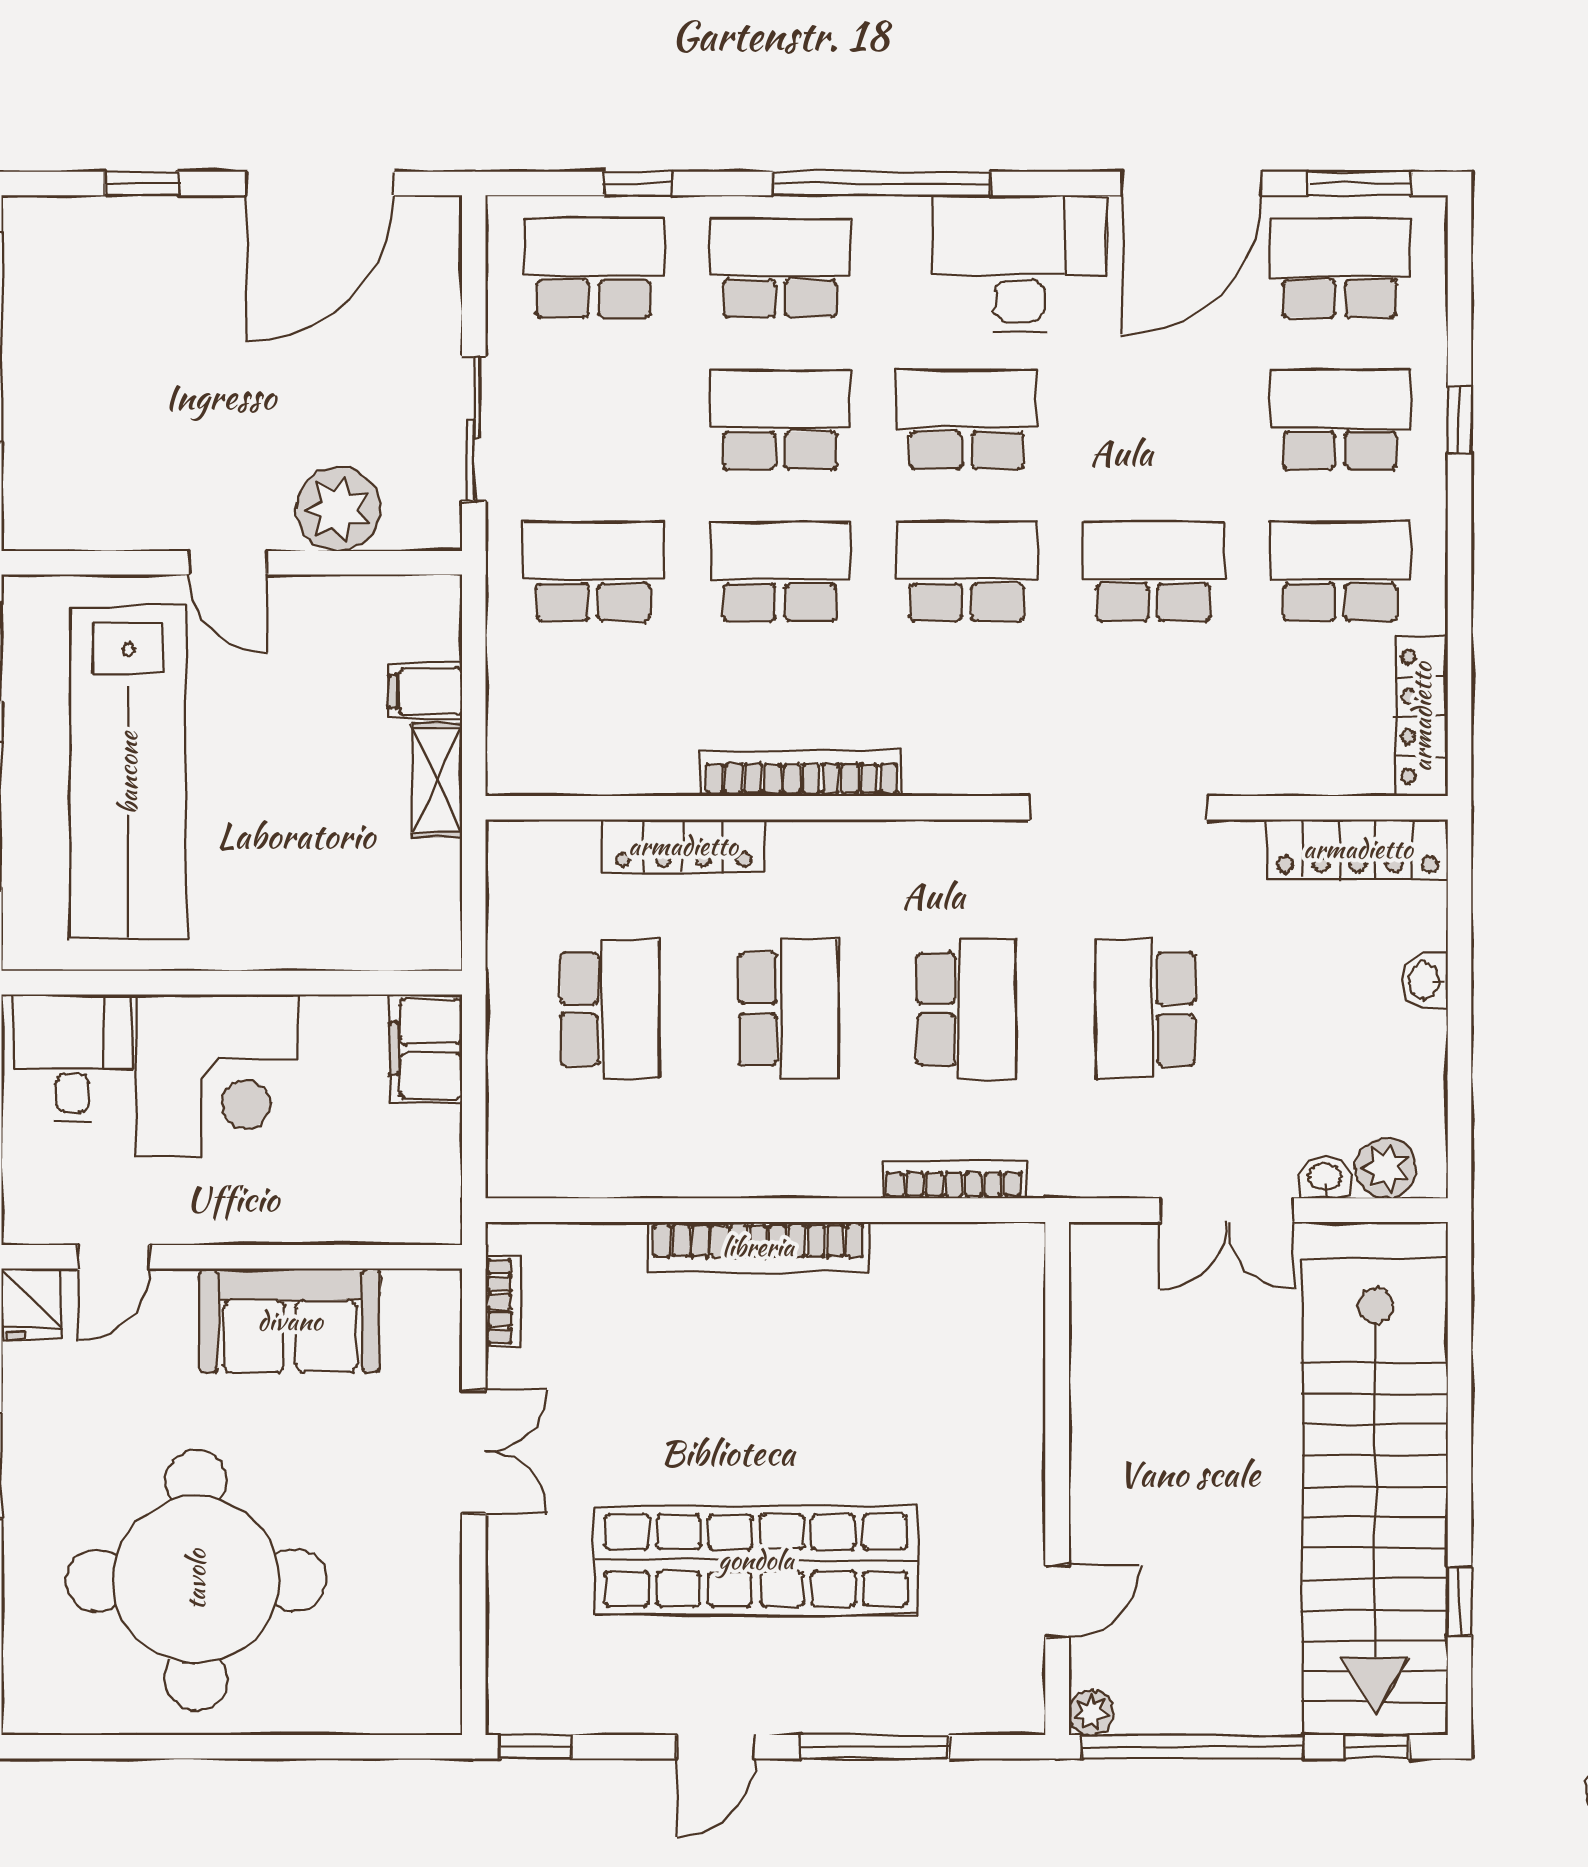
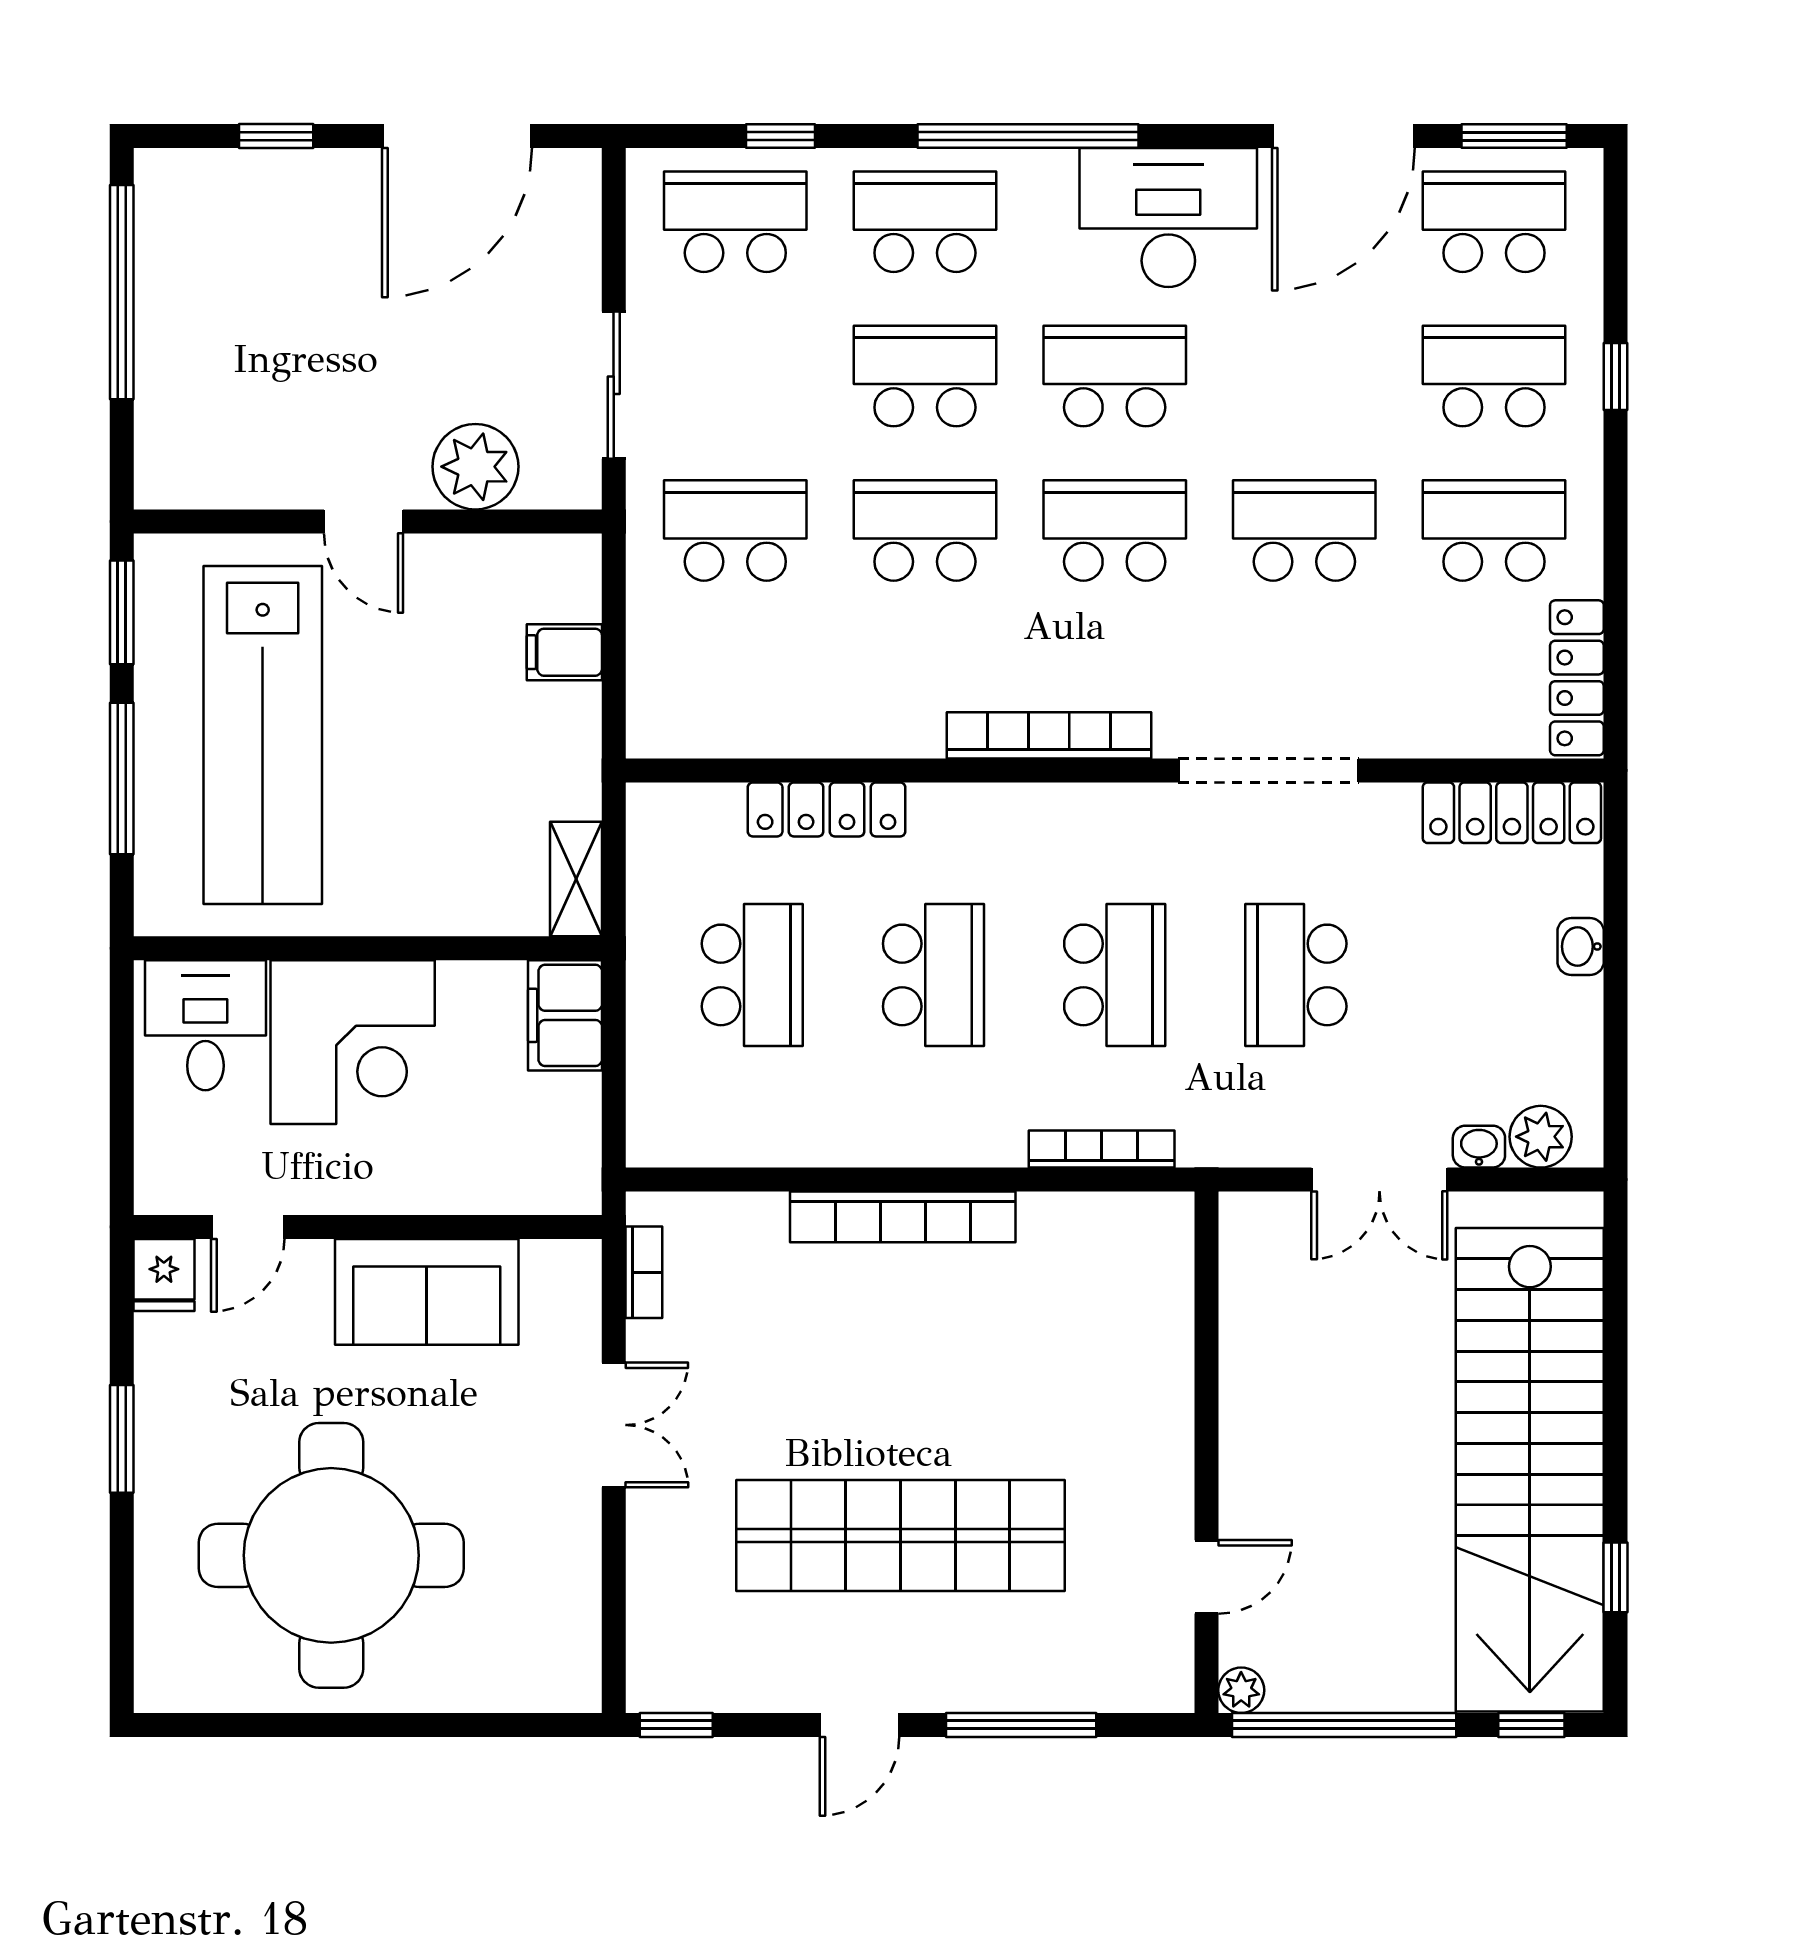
bookcase: (802, 773) -> (1049, 735), moved
shelving: (437, 780) -> (576, 879), moved

